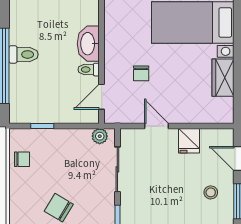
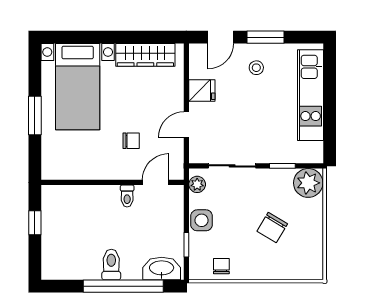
washbasin: (88, 44) -> (162, 268), moved, turned 180
wardrobe: (223, 78) -> (145, 55), width x1.50
door: (102, 97) -> (156, 182), swing flipped
side table: (66, 140) -> (202, 220), added

